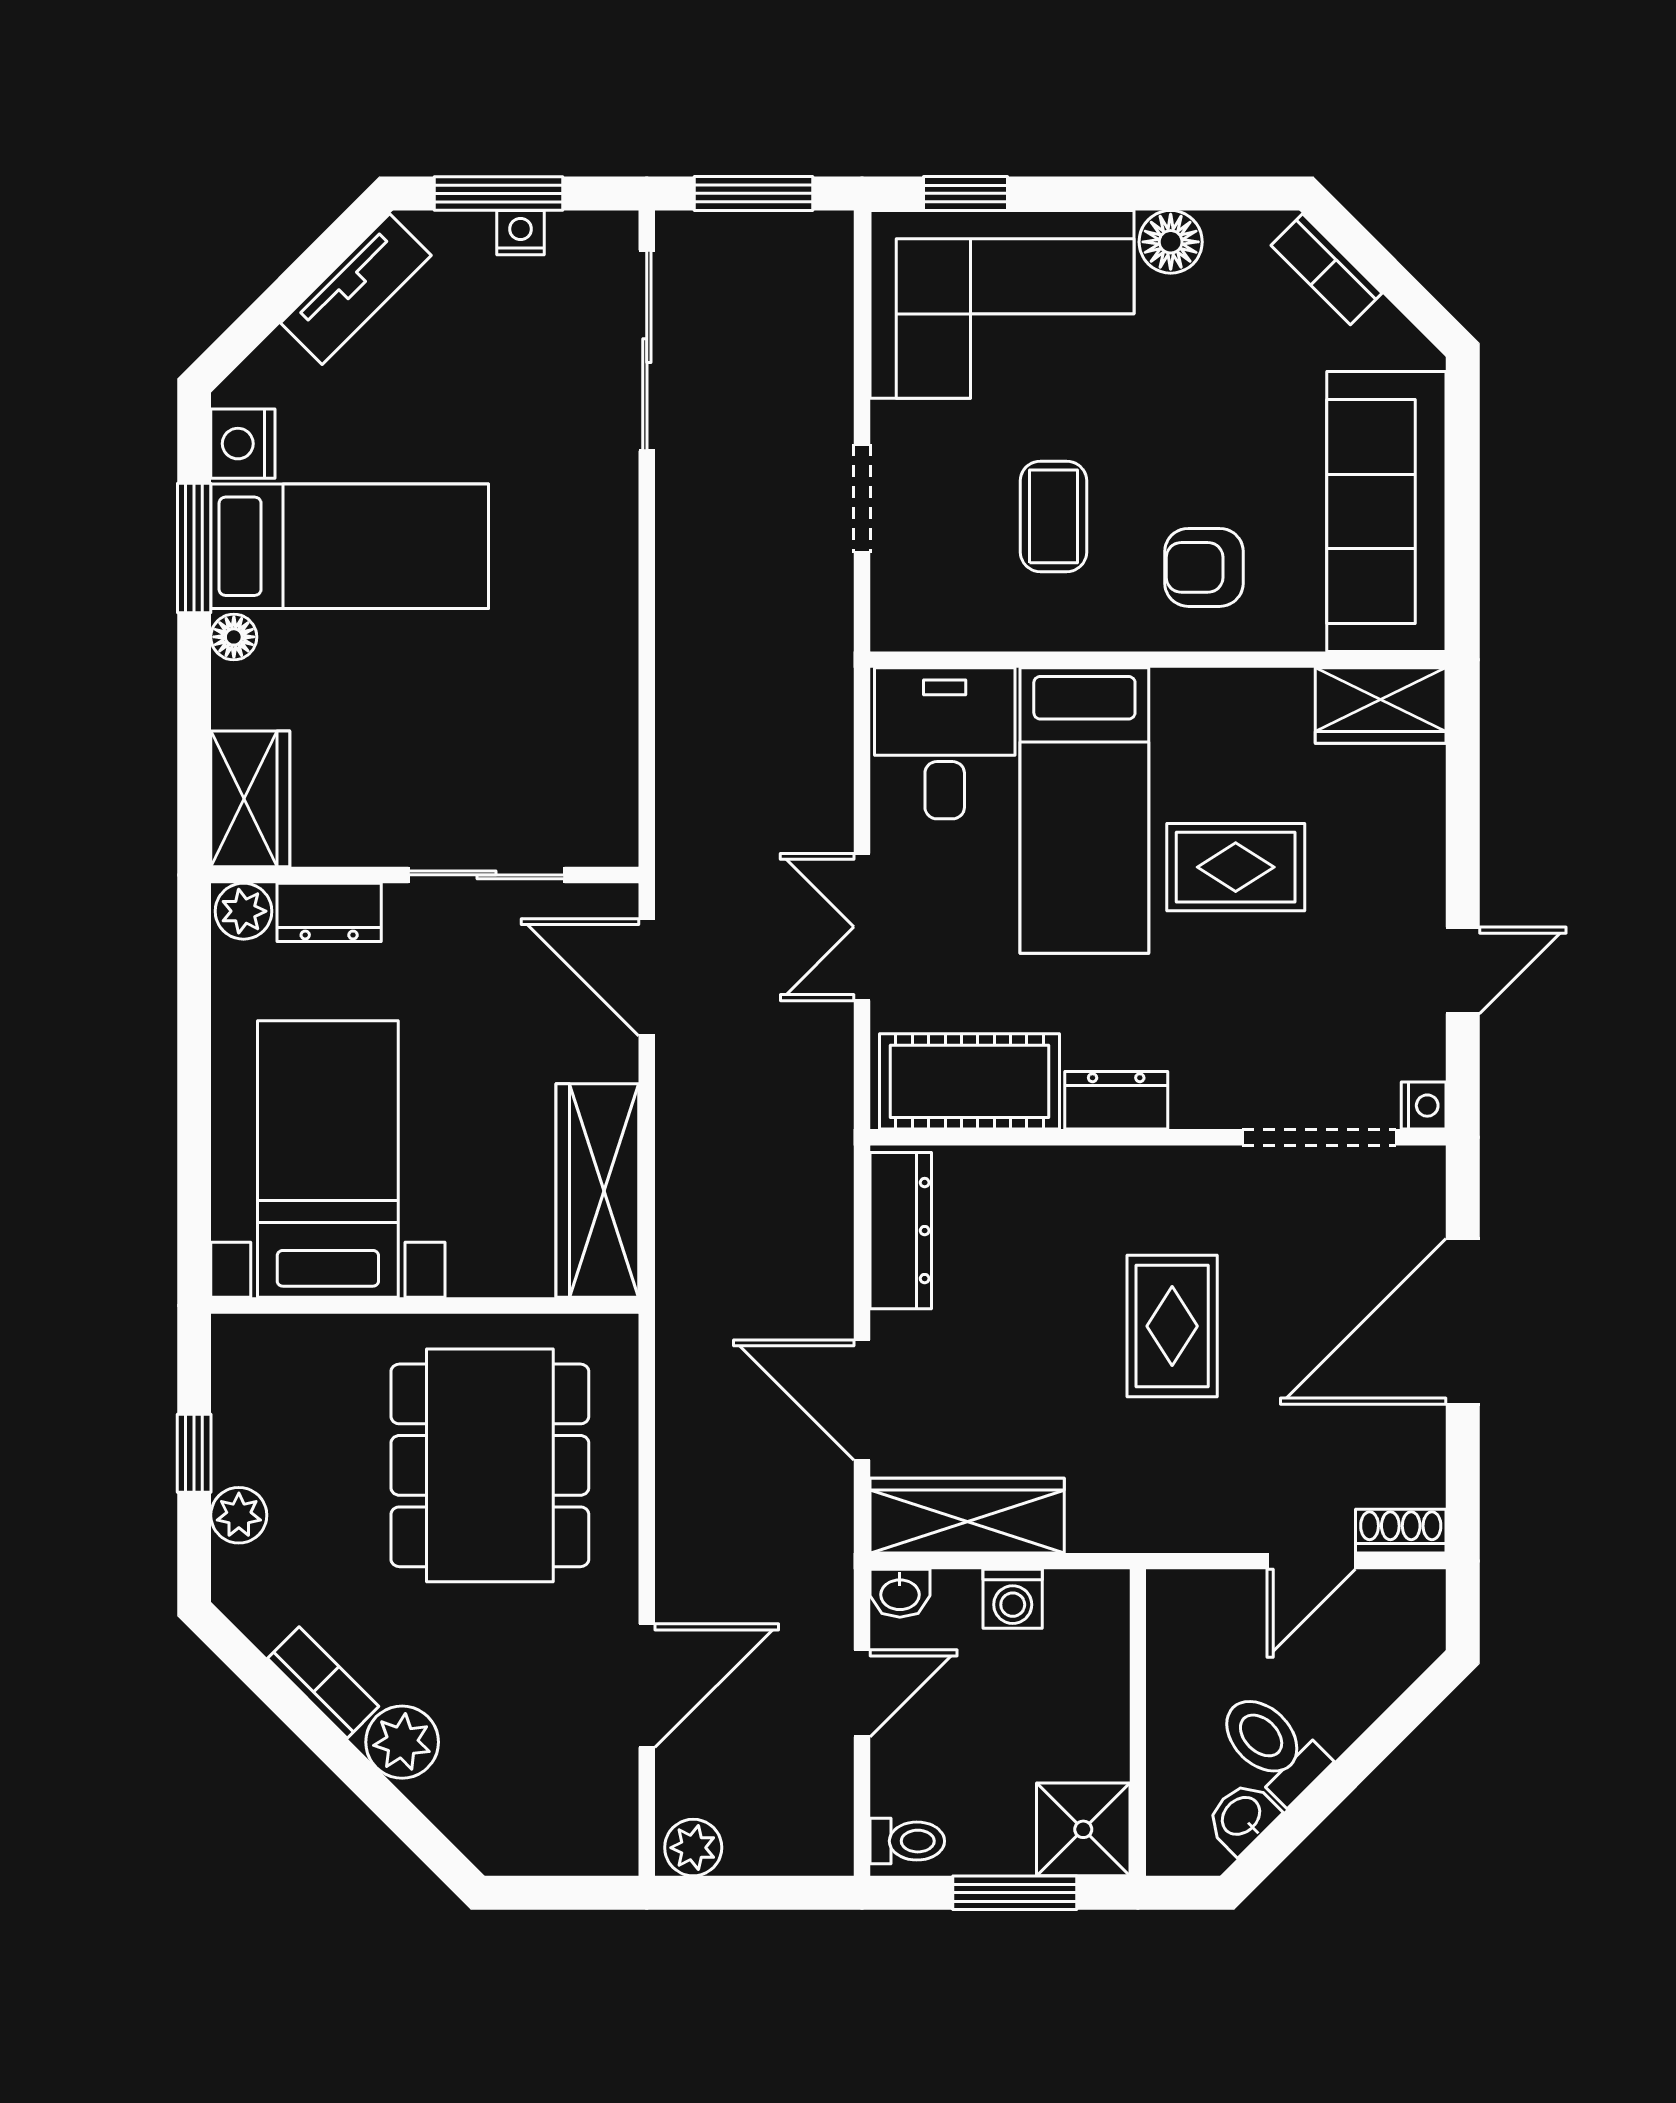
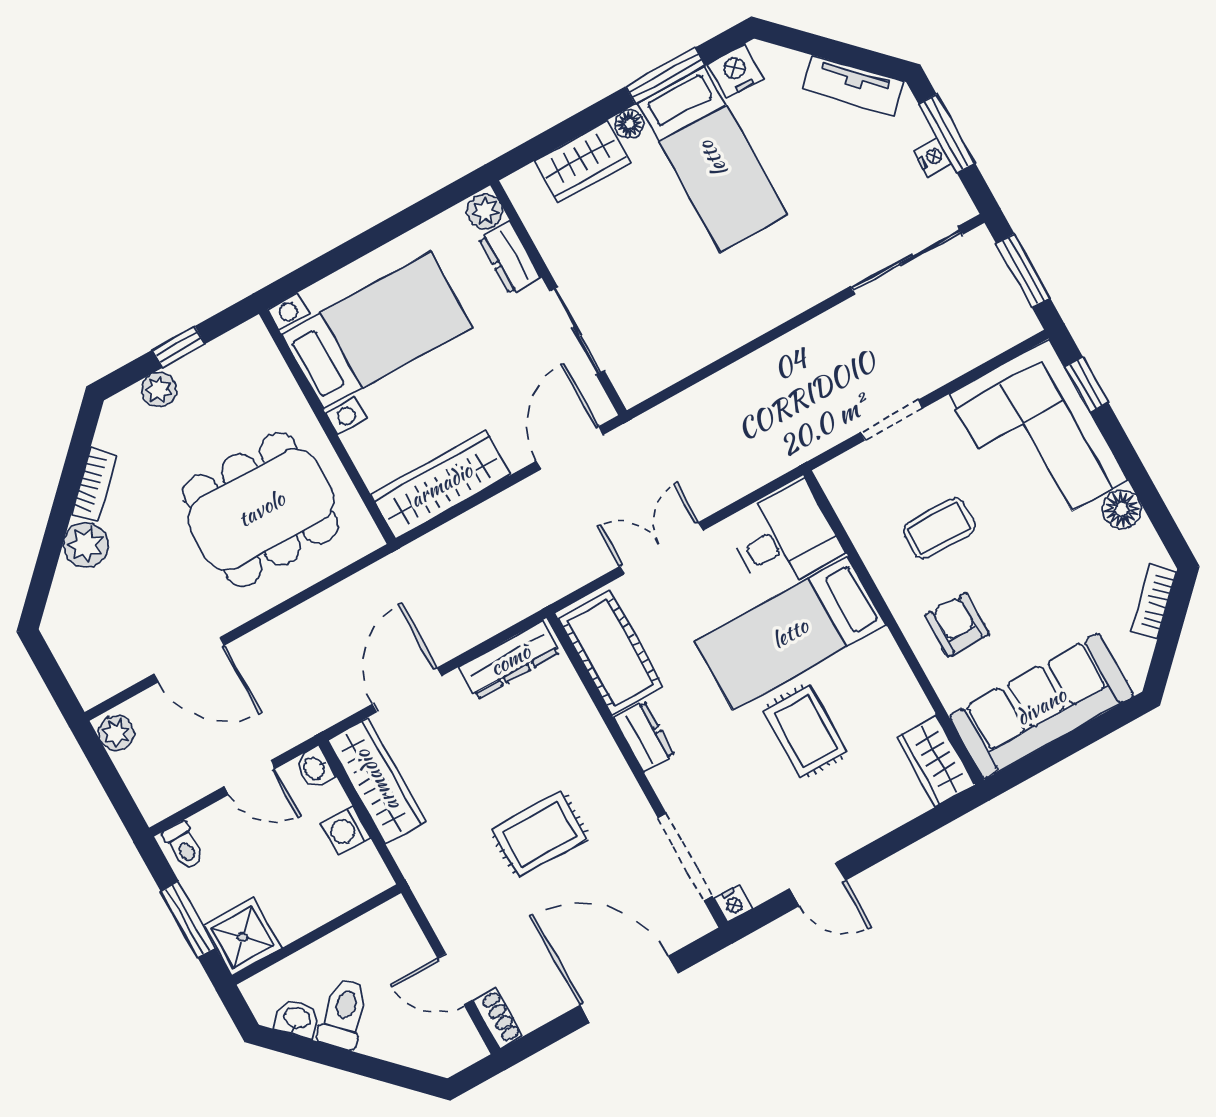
wardrobe: (250, 799) -> (583, 162), moved

